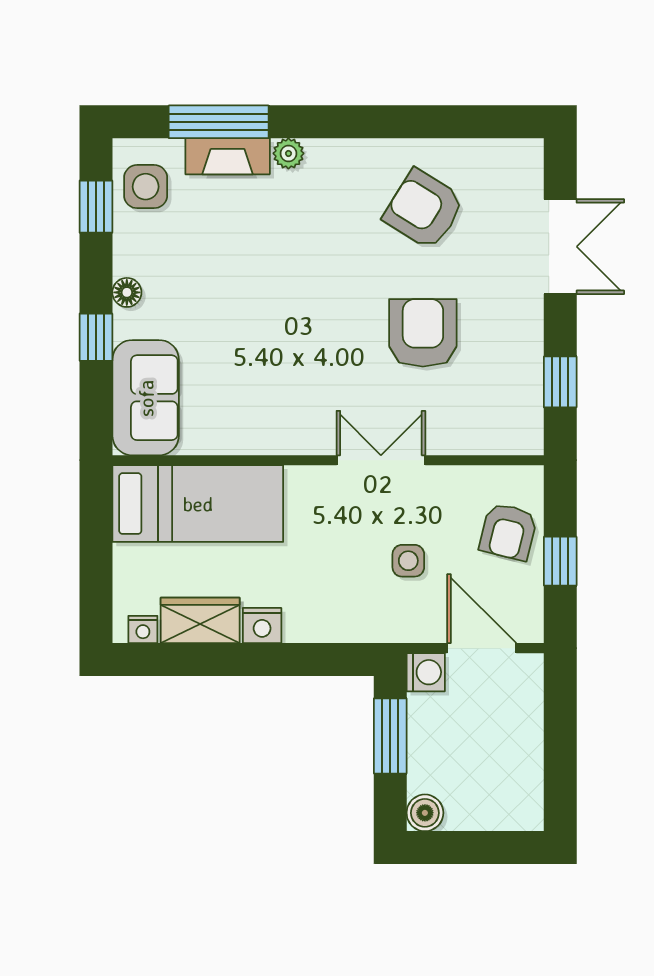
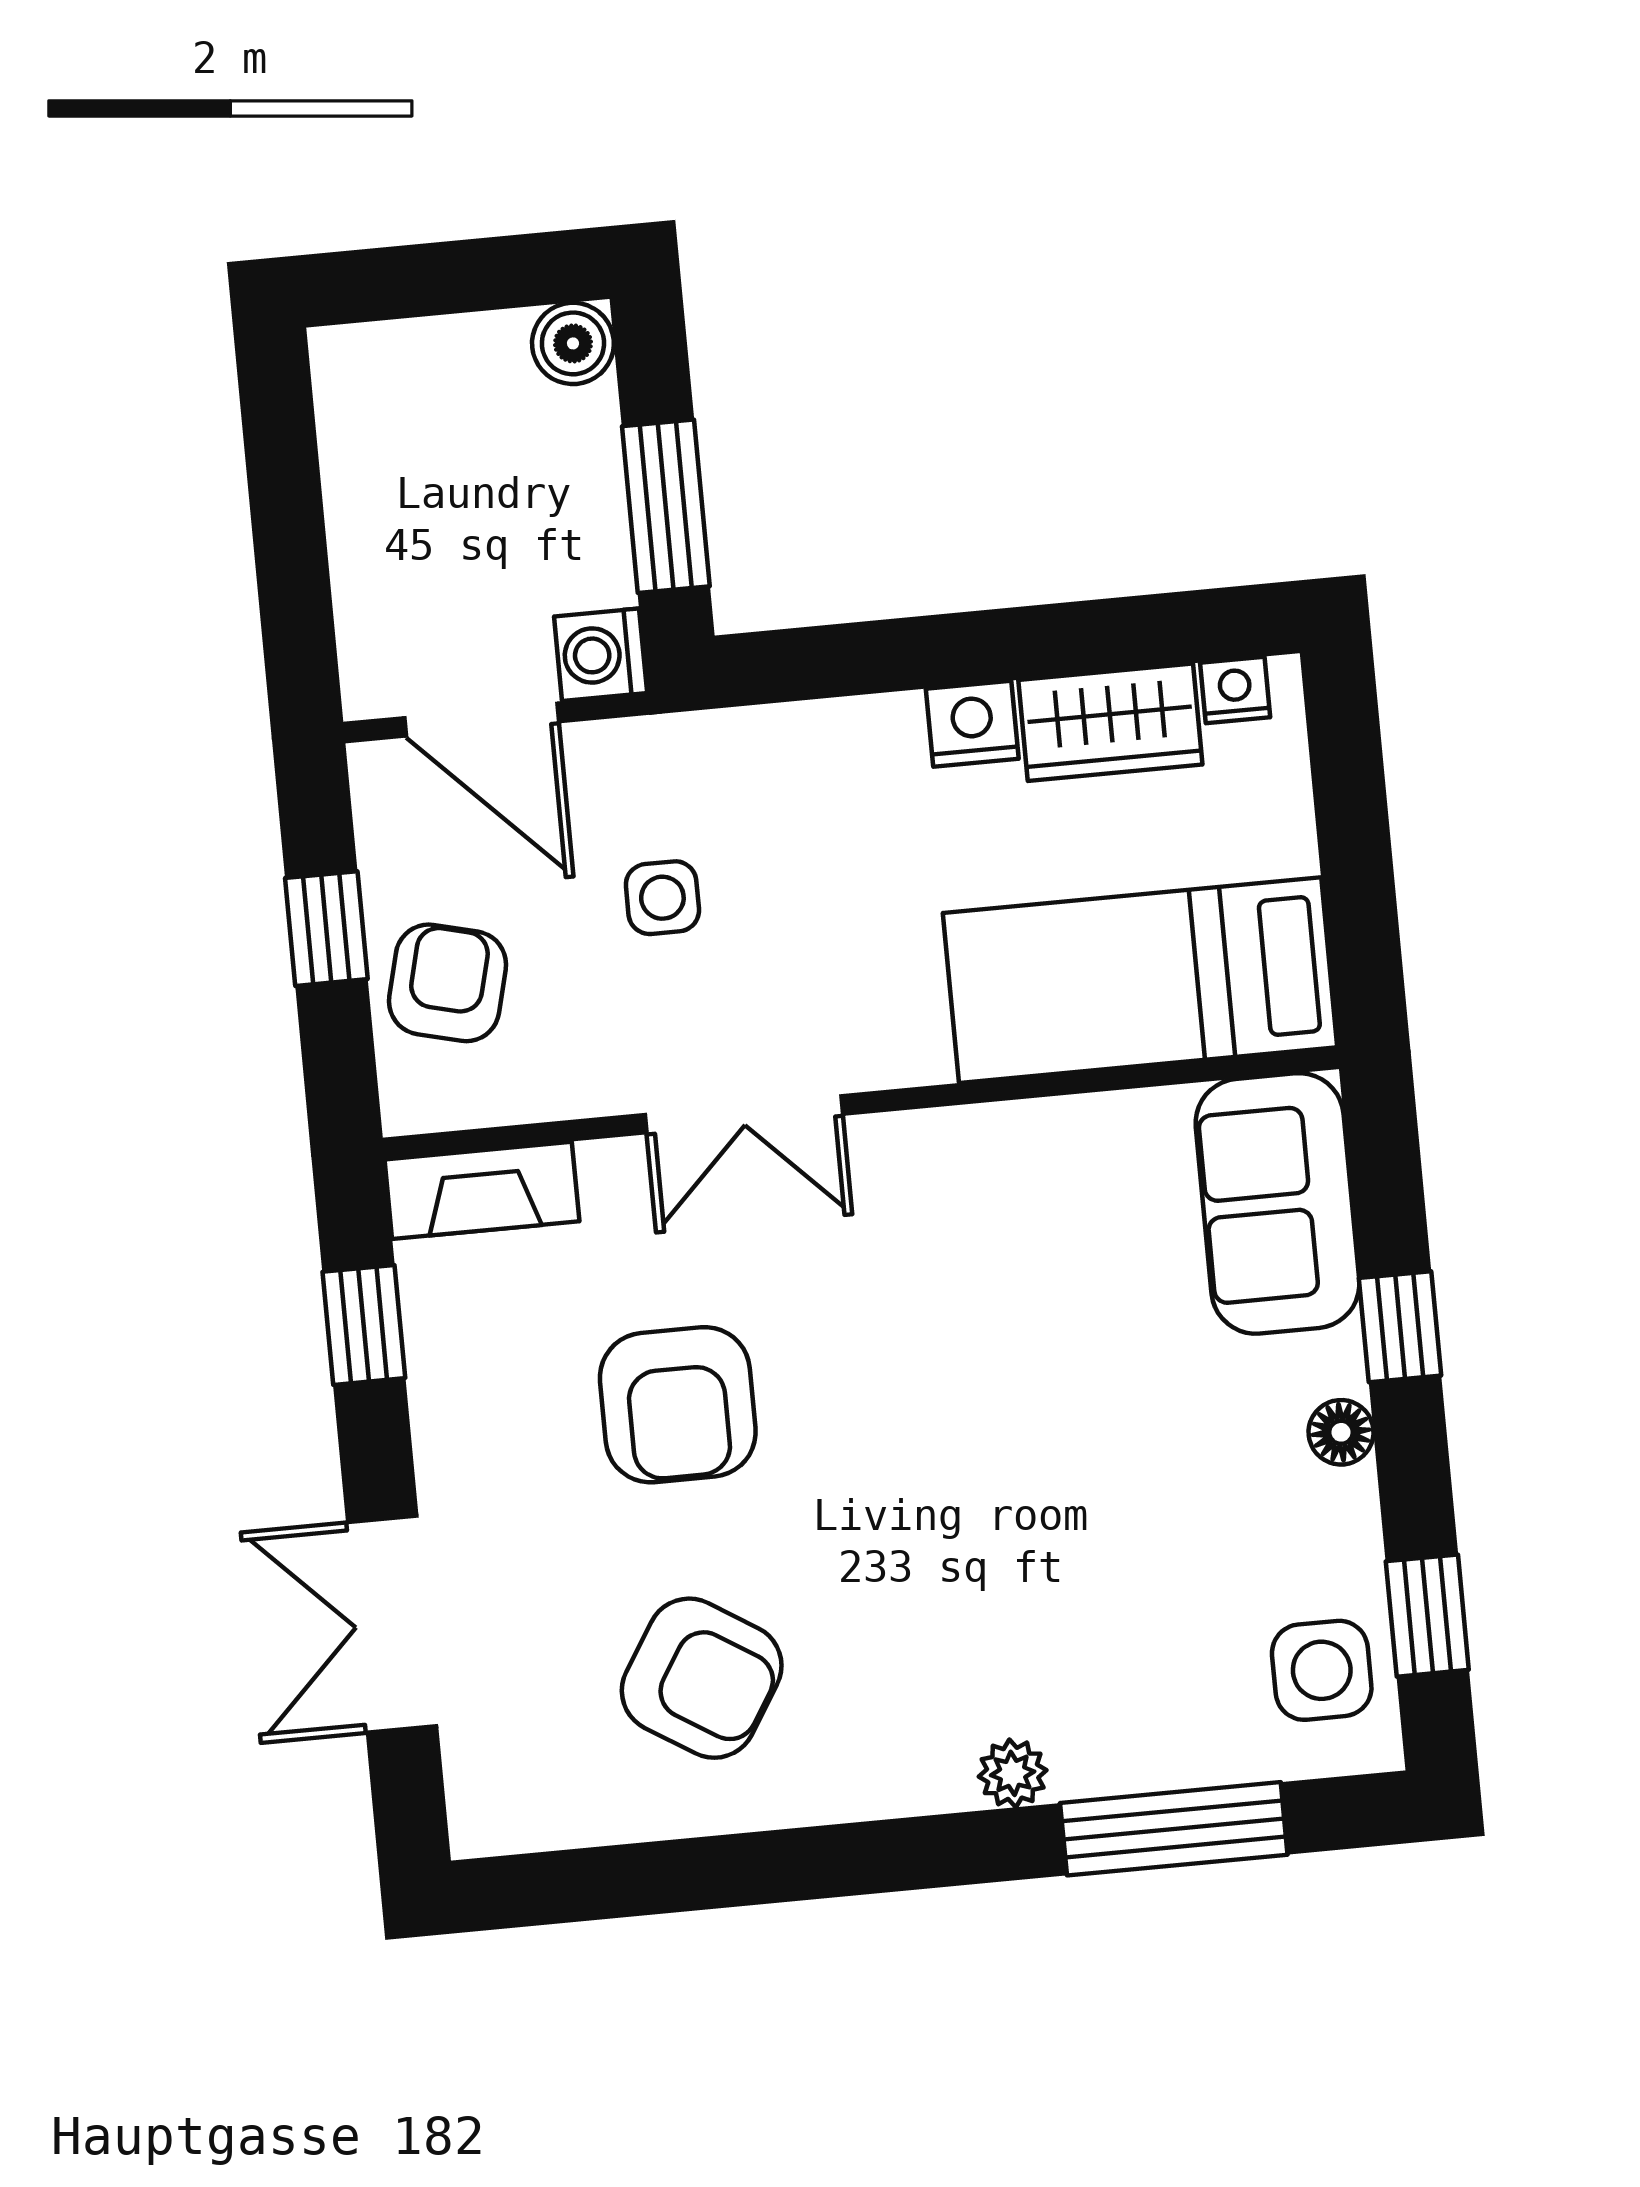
fireplace: (228, 156) -> (482, 1190), moved, turned 180

